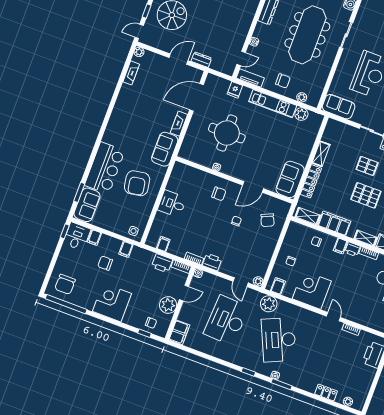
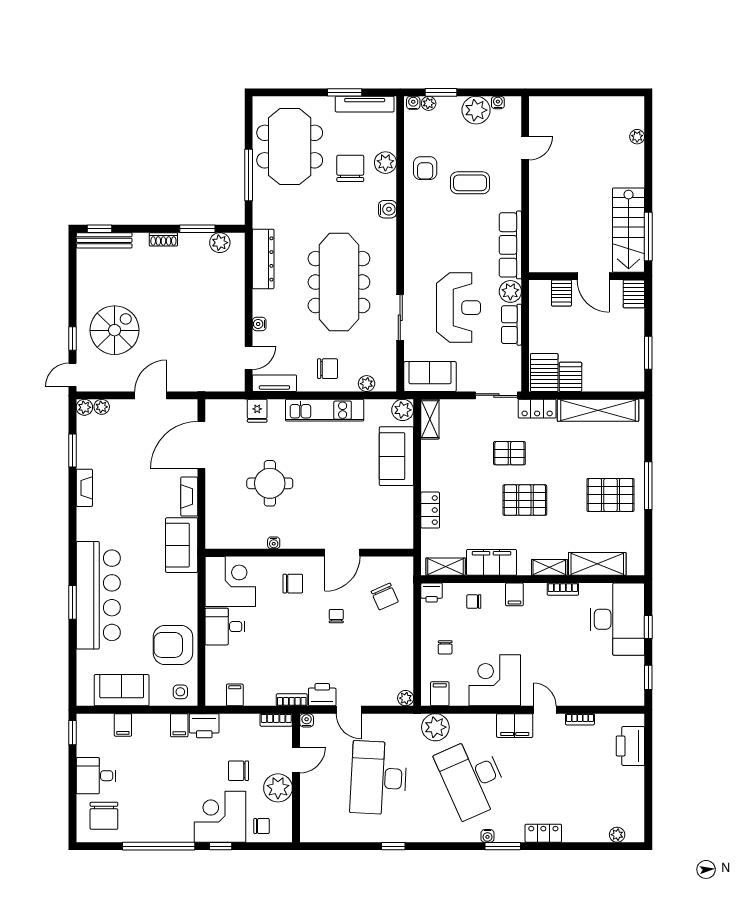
sliding door: (346, 35) -> (400, 318), moved
plant: (149, 55) -> (102, 407), added
dresser: (201, 60) -> (187, 383), removed
fireplace: (131, 73) -> (84, 488), moved
window: (123, 74) -> (73, 450), added
plant: (301, 114) -> (403, 410), moved
round table: (227, 133) -> (270, 483), width x0.73, depth x0.73
shelving: (321, 154) -> (430, 419), moved
bar counter: (105, 168) -> (98, 595), width x1.36
sofa: (290, 179) -> (396, 456), moved
corner desk: (184, 180) -> (230, 582), added
locker: (311, 181) -> (430, 510), width x0.66
armchair: (137, 183) -> (173, 645), moved, turned 99
window: (79, 192) -> (73, 602), moved
sofa: (87, 205) -> (122, 690), moved, turned -90
desk: (77, 236) -> (96, 776), moved, turned -90
printer: (352, 249) -> (432, 593), moved
chair: (105, 263) -> (238, 771), moved
printer: (162, 263) -> (204, 726), moved
door: (241, 282) -> (349, 710), moved
corner desk: (112, 302) -> (220, 817), moved
window: (66, 304) -> (159, 846), moved
filing cabinet: (179, 332) -> (515, 726), moved, turned 90
window: (144, 333) -> (221, 846), moved
window: (248, 372) -> (393, 846), moved
locker: (326, 393) -> (543, 833), moved

